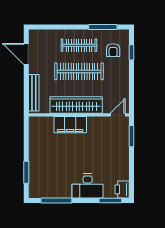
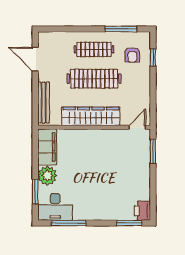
filing cabinet: (70, 125) -> (47, 147), moved, turned -90
plant: (37, 158) -> (47, 176), added
desk: (88, 186) -> (55, 207), moved

